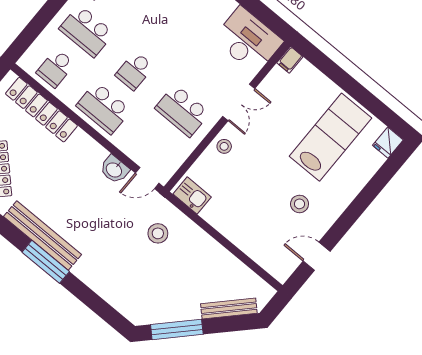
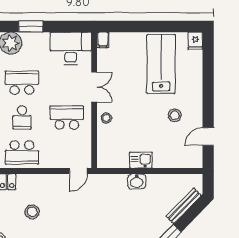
school desk: (165, 34) -> (22, 83), added
school desk: (182, 111) -> (67, 118), turned 180
washbasin: (114, 170) -> (137, 181), moved
kitchen sink: (192, 195) -> (141, 160), moved
stool: (158, 233) -> (32, 212), moved

